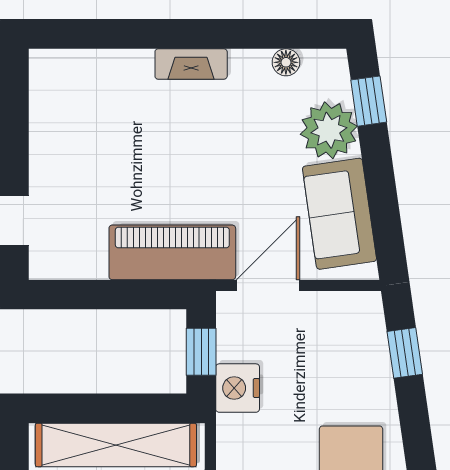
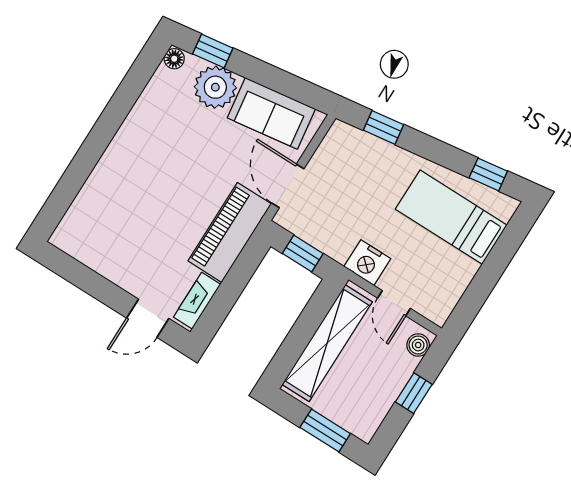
floor lamp: (286, 62) -> (174, 59), moved
fireplace: (191, 64) -> (197, 301), moved, turned 180
nightstand: (238, 388) -> (367, 263), moved

